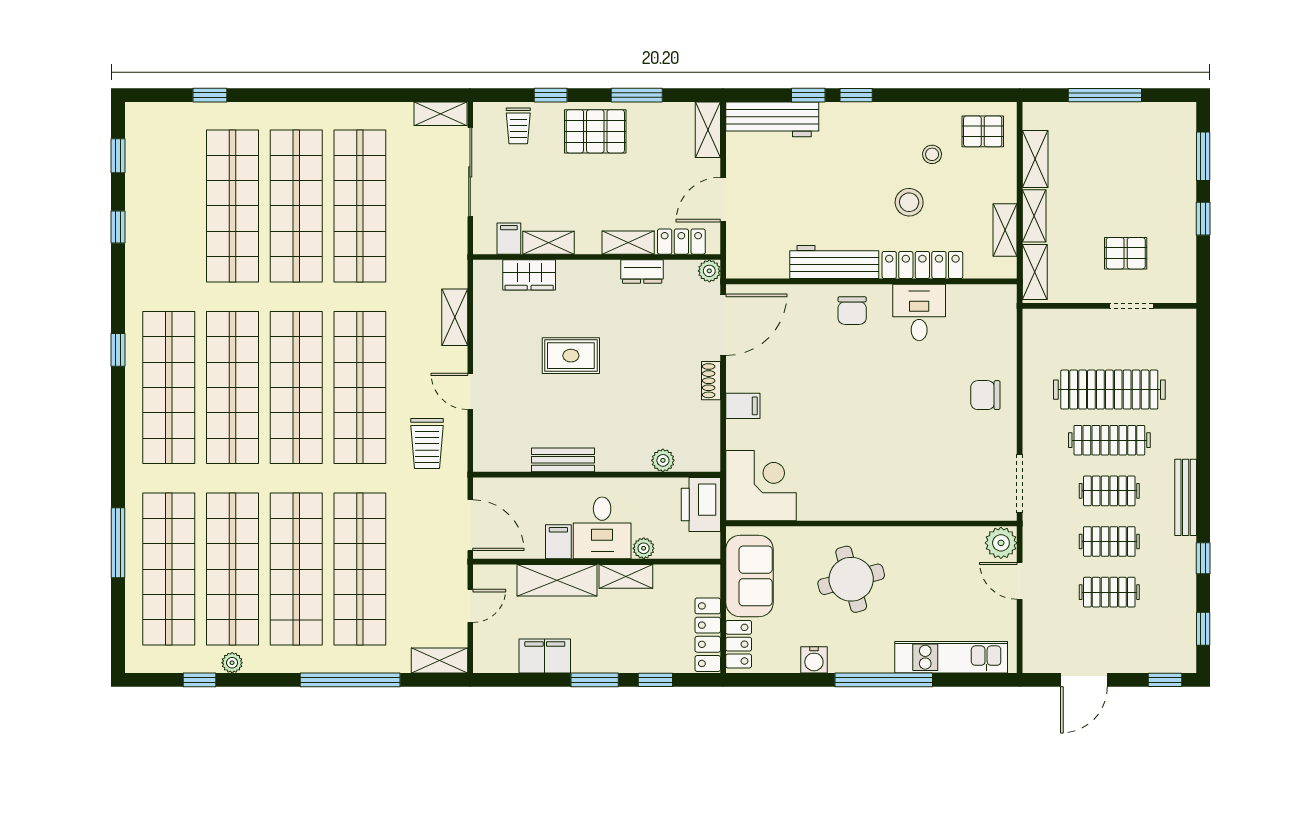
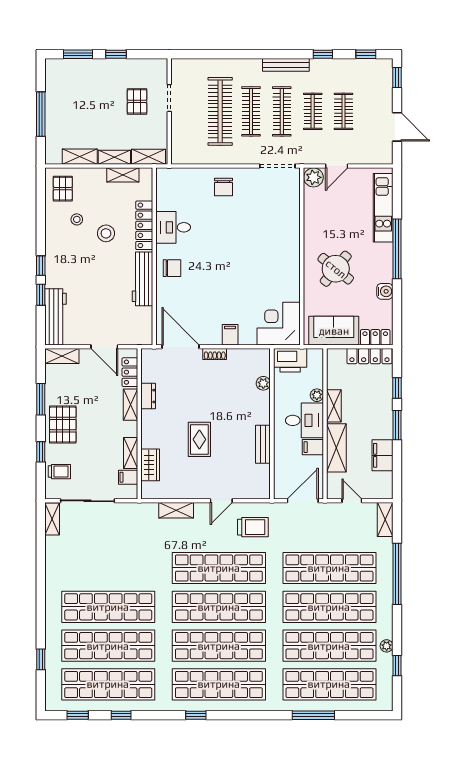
shop shelf: (360, 206) -> (108, 684), moved
plant: (709, 271) -> (148, 355), removed
clothes rail: (1109, 491) -> (282, 111), width x1.36
round table: (851, 579) -> (336, 269), turned -36

